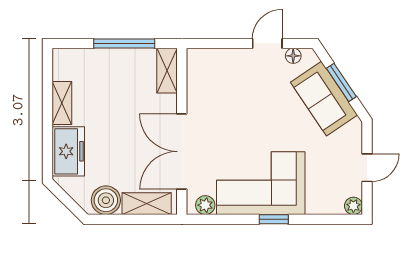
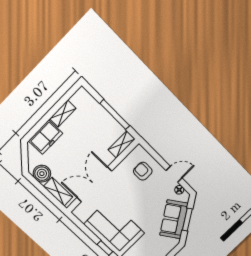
armchair: (225, 77) -> (143, 171), added
plant: (205, 205) -> (82, 216), removed

